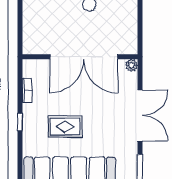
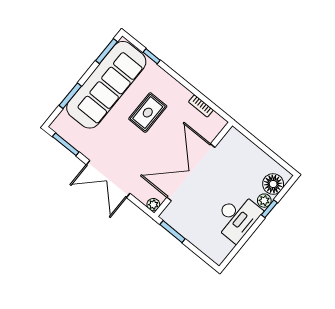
window: (140, 34) -> (173, 232), added
window: (20, 122) -> (152, 56), moved

